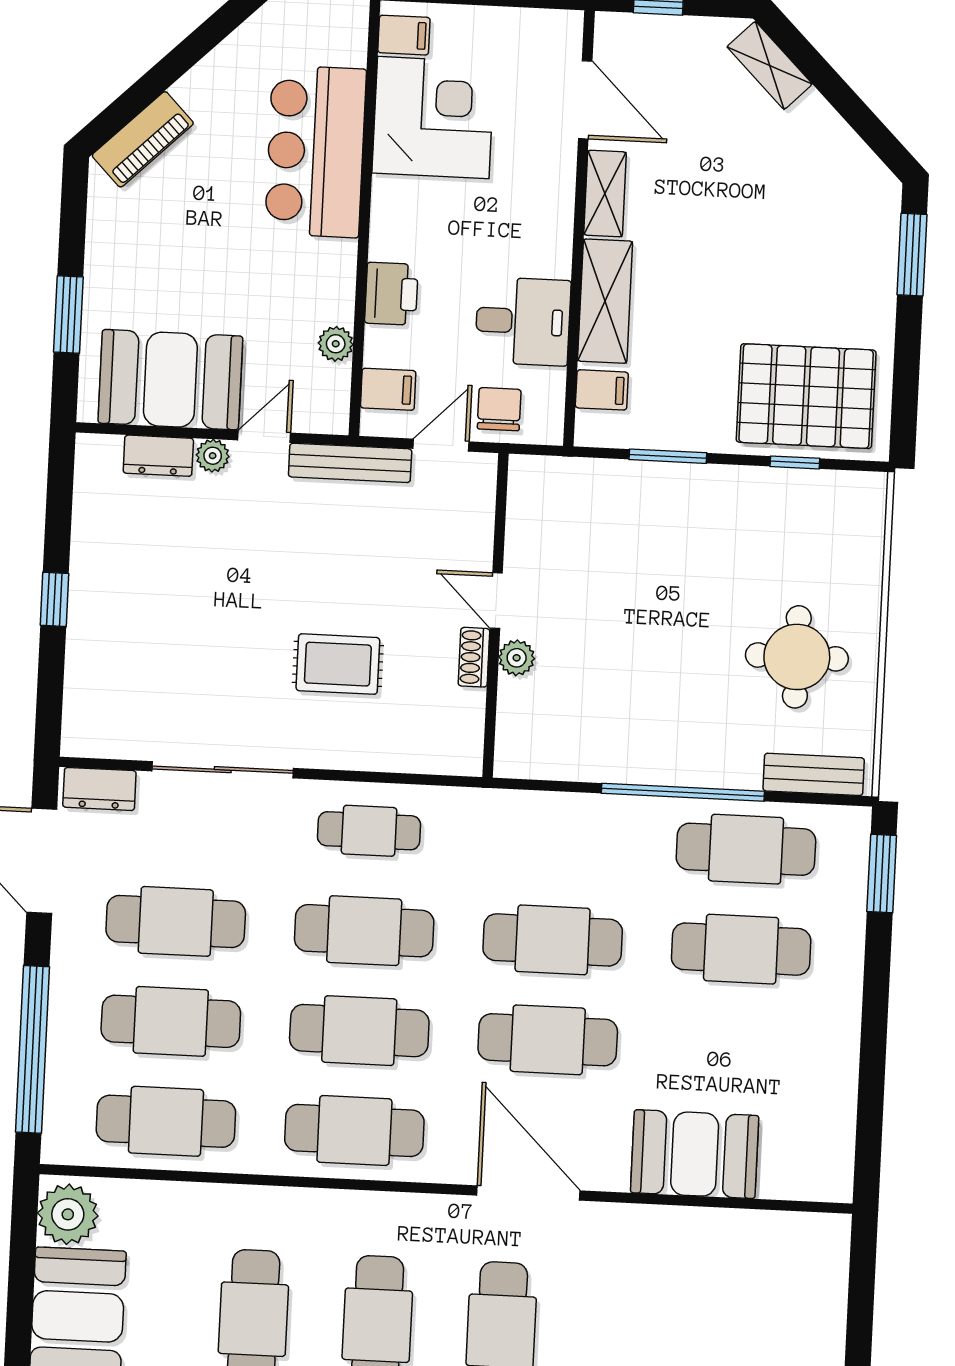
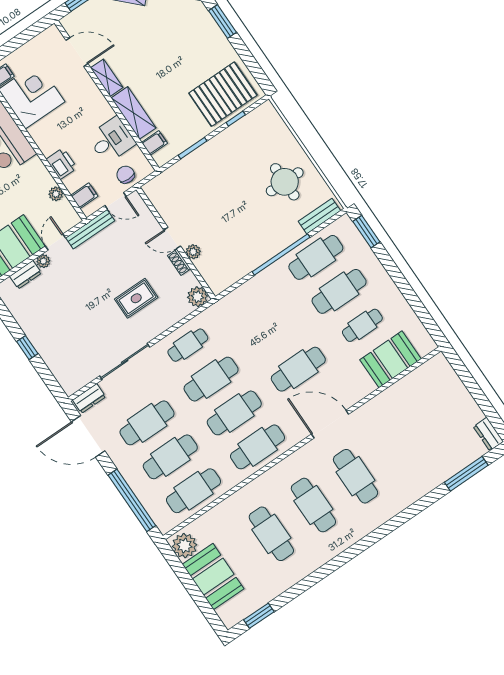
door: (441, 445) -> (116, 201), swing flipped
plant: (459, 751) -> (197, 297), added
cafe table: (553, 940) -> (362, 325), moved, width x0.73, depth x0.74
booth: (695, 1154) -> (390, 359), moved

